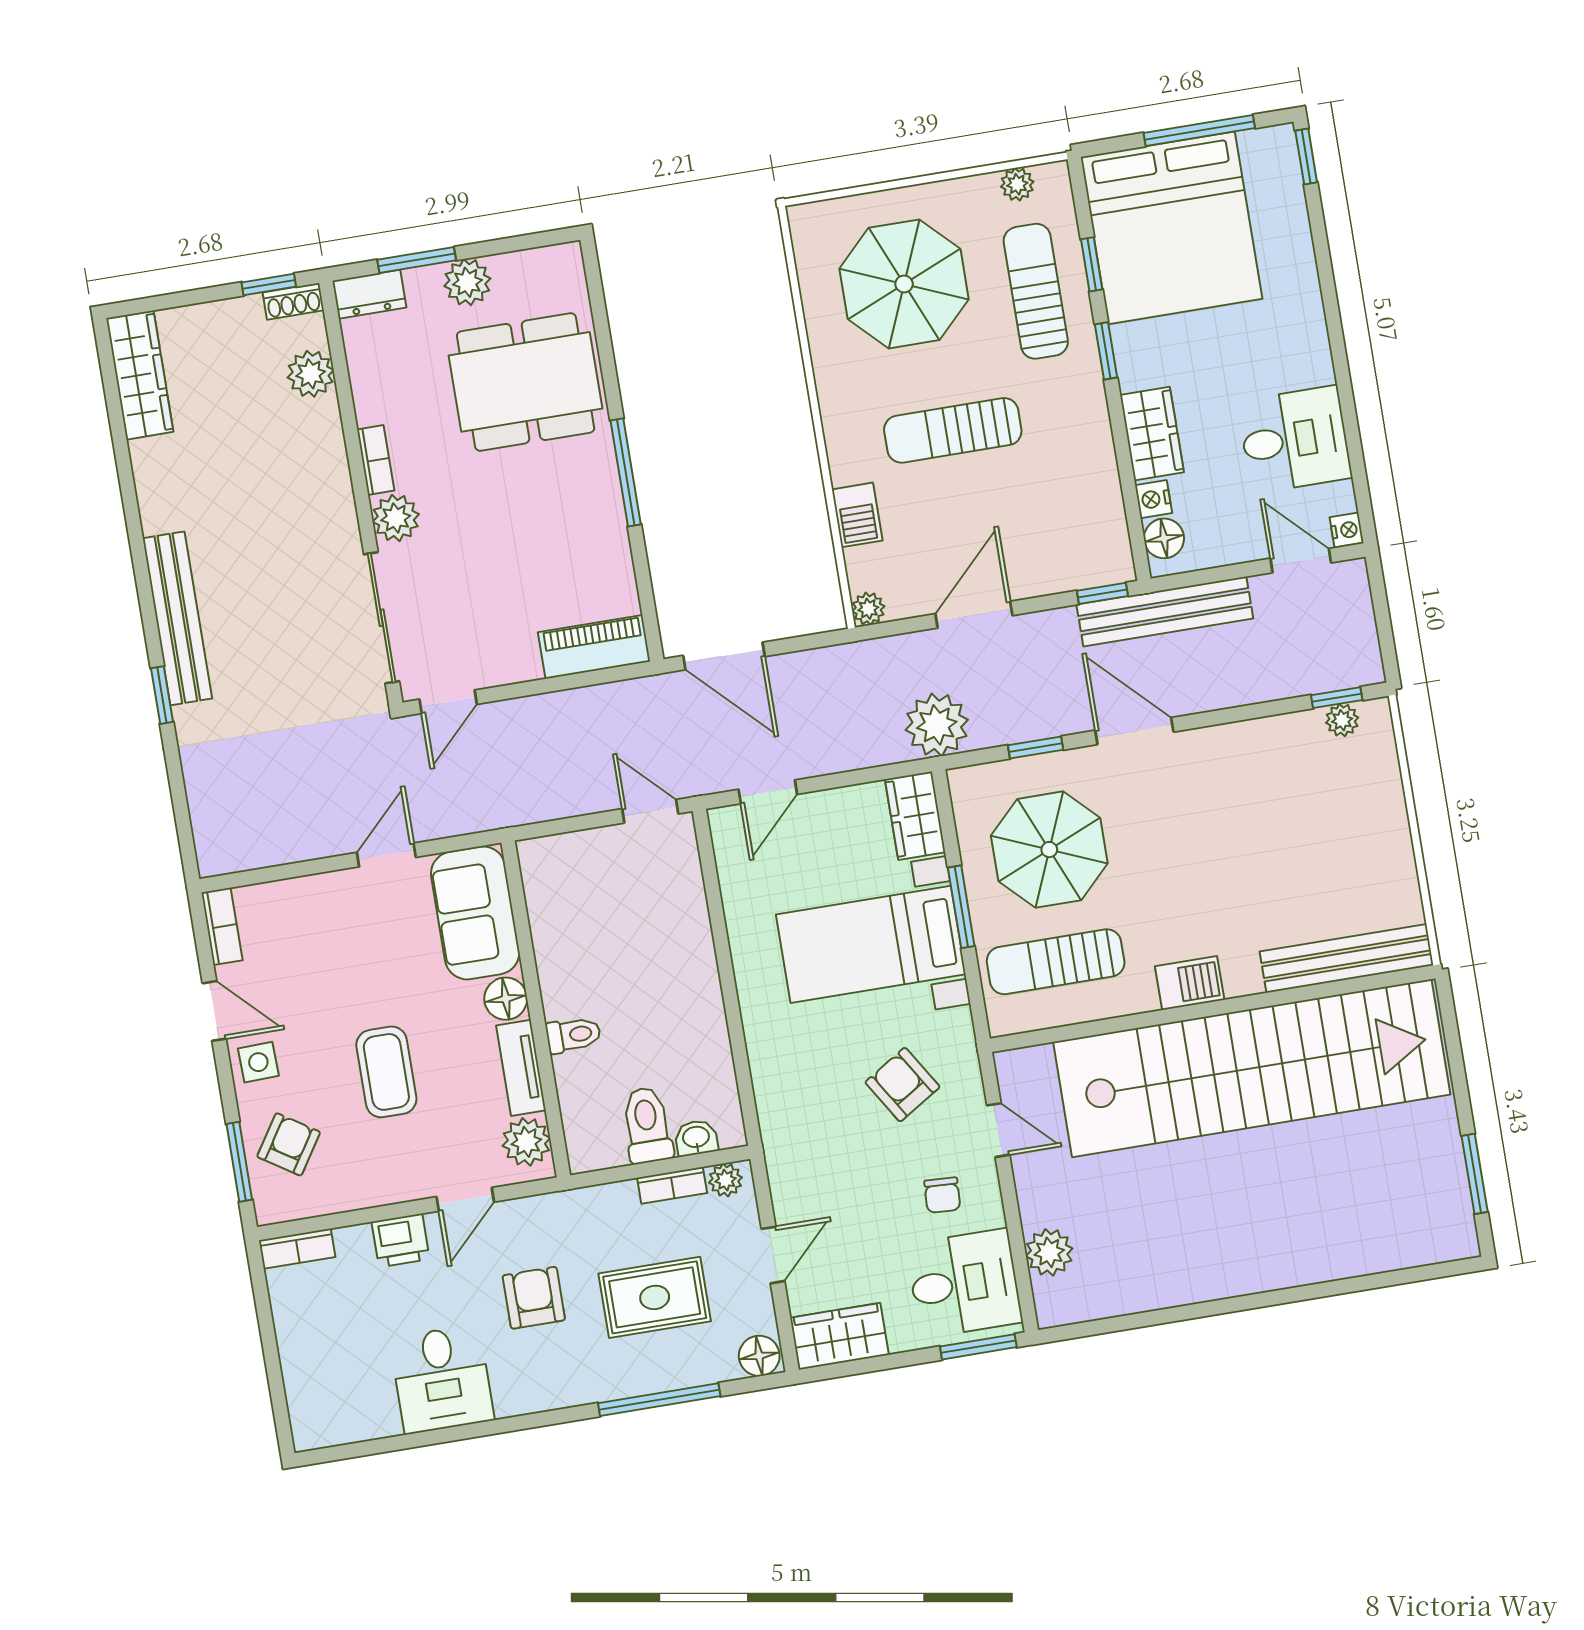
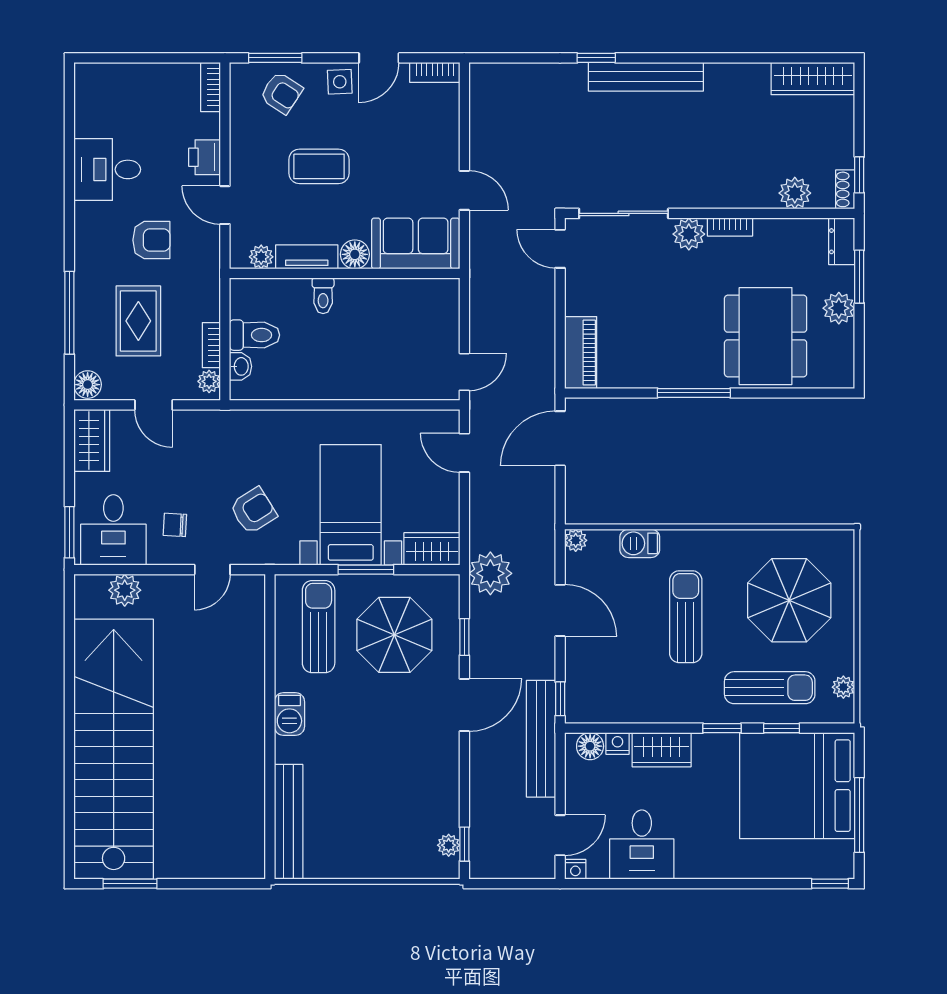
stairs: (1252, 1068) -> (114, 749), moved, turned 180
plant: (526, 1142) -> (261, 257), width x0.73, depth x0.73

